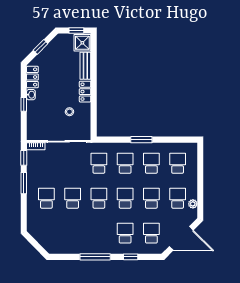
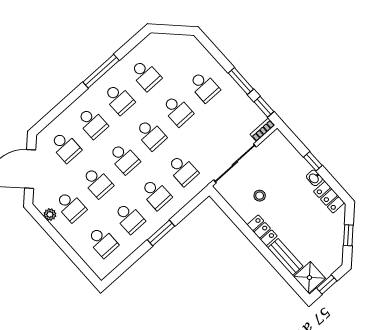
school desk: (73, 233) -> (146, 75), added
school desk: (99, 233) -> (119, 99), added
window: (131, 257) -> (65, 104), removed

